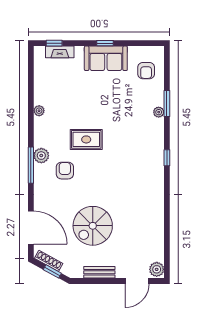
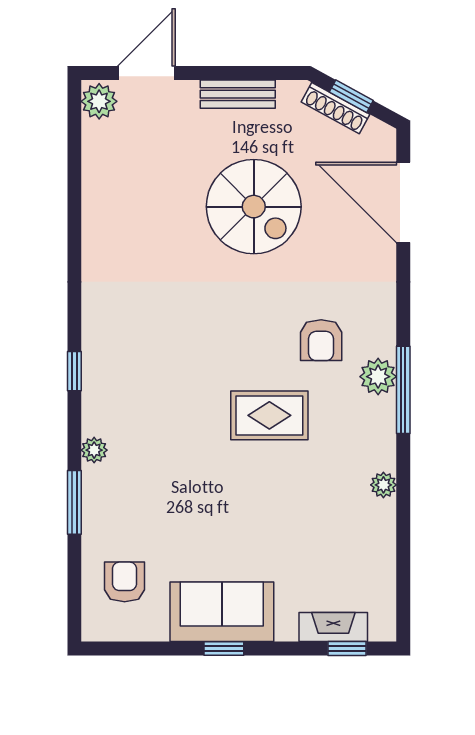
plant: (159, 112) -> (94, 450), moved
window: (31, 165) -> (403, 390), moved
spiral stairs: (93, 226) -> (254, 207), turned 90
shoe rack: (49, 261) -> (335, 108), moved

